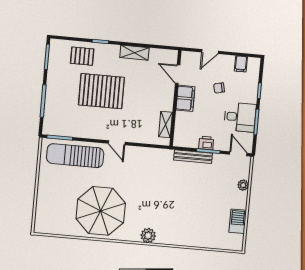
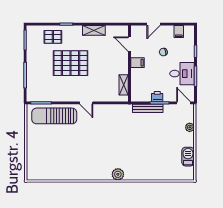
filing cabinet: (185, 98) -> (137, 63), width x0.50
parasol: (101, 211) -> (78, 158), removed

